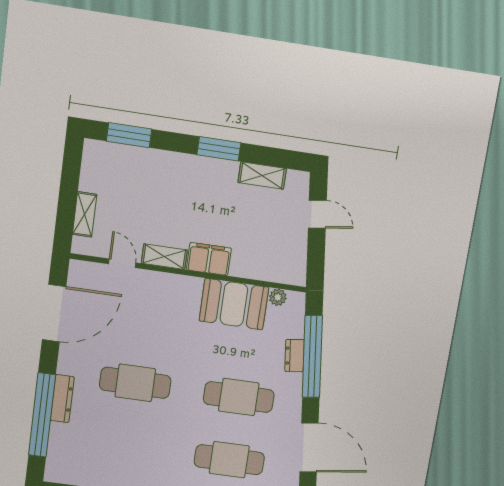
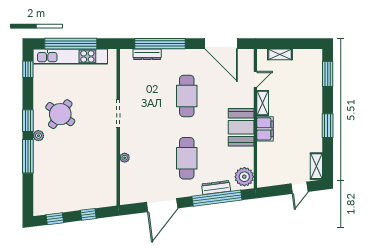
shelving: (262, 176) -> (316, 166), moved
plant: (278, 297) -> (244, 177), width x1.88, depth x1.88
booth: (234, 304) -> (241, 127), moved
dresser: (295, 356) -> (216, 188), width x1.44
dresser: (62, 399) -> (147, 54), moved
cafe table: (229, 460) -> (148, 158), removed

